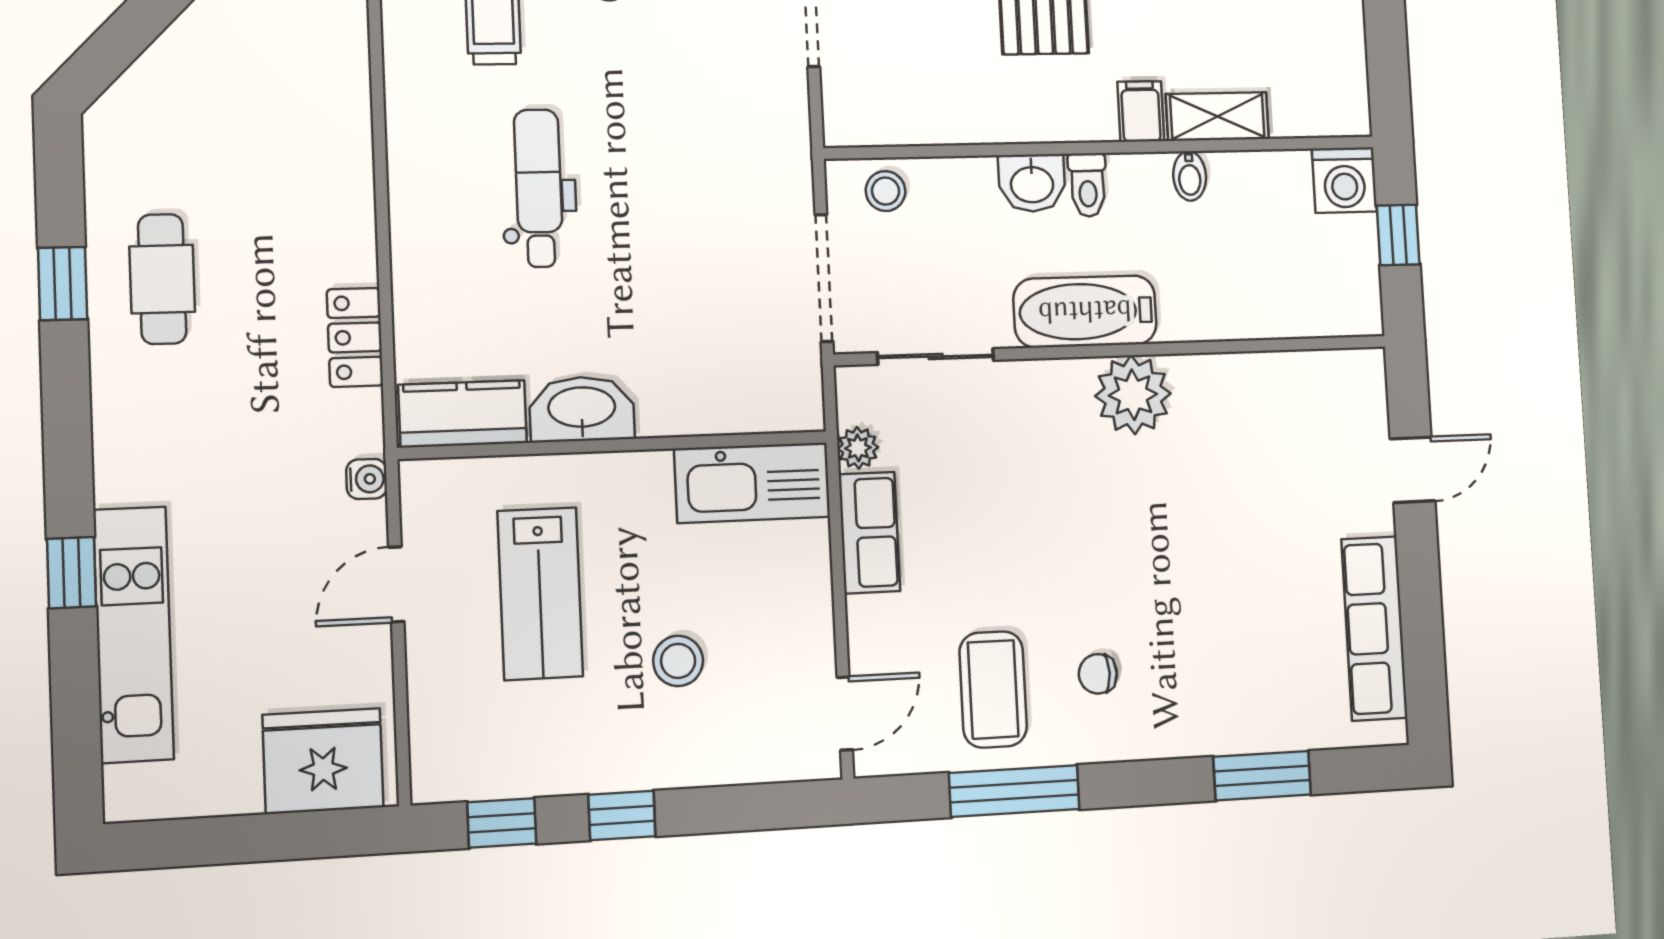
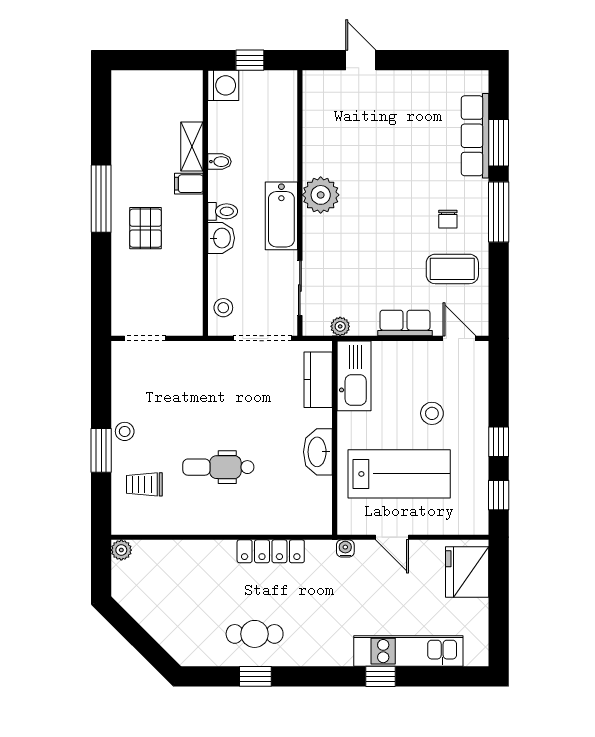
locker: (355, 337) -> (271, 551), width x1.53
kitchen counter: (463, 414) -> (318, 380), moved
row of seats: (869, 533) -> (405, 323), moved
lab bench: (540, 594) -> (399, 474), width x1.36, depth x1.39
row of seats: (1374, 628) -> (475, 136), moved, turned 90
window: (1014, 791) -> (499, 212), moved

